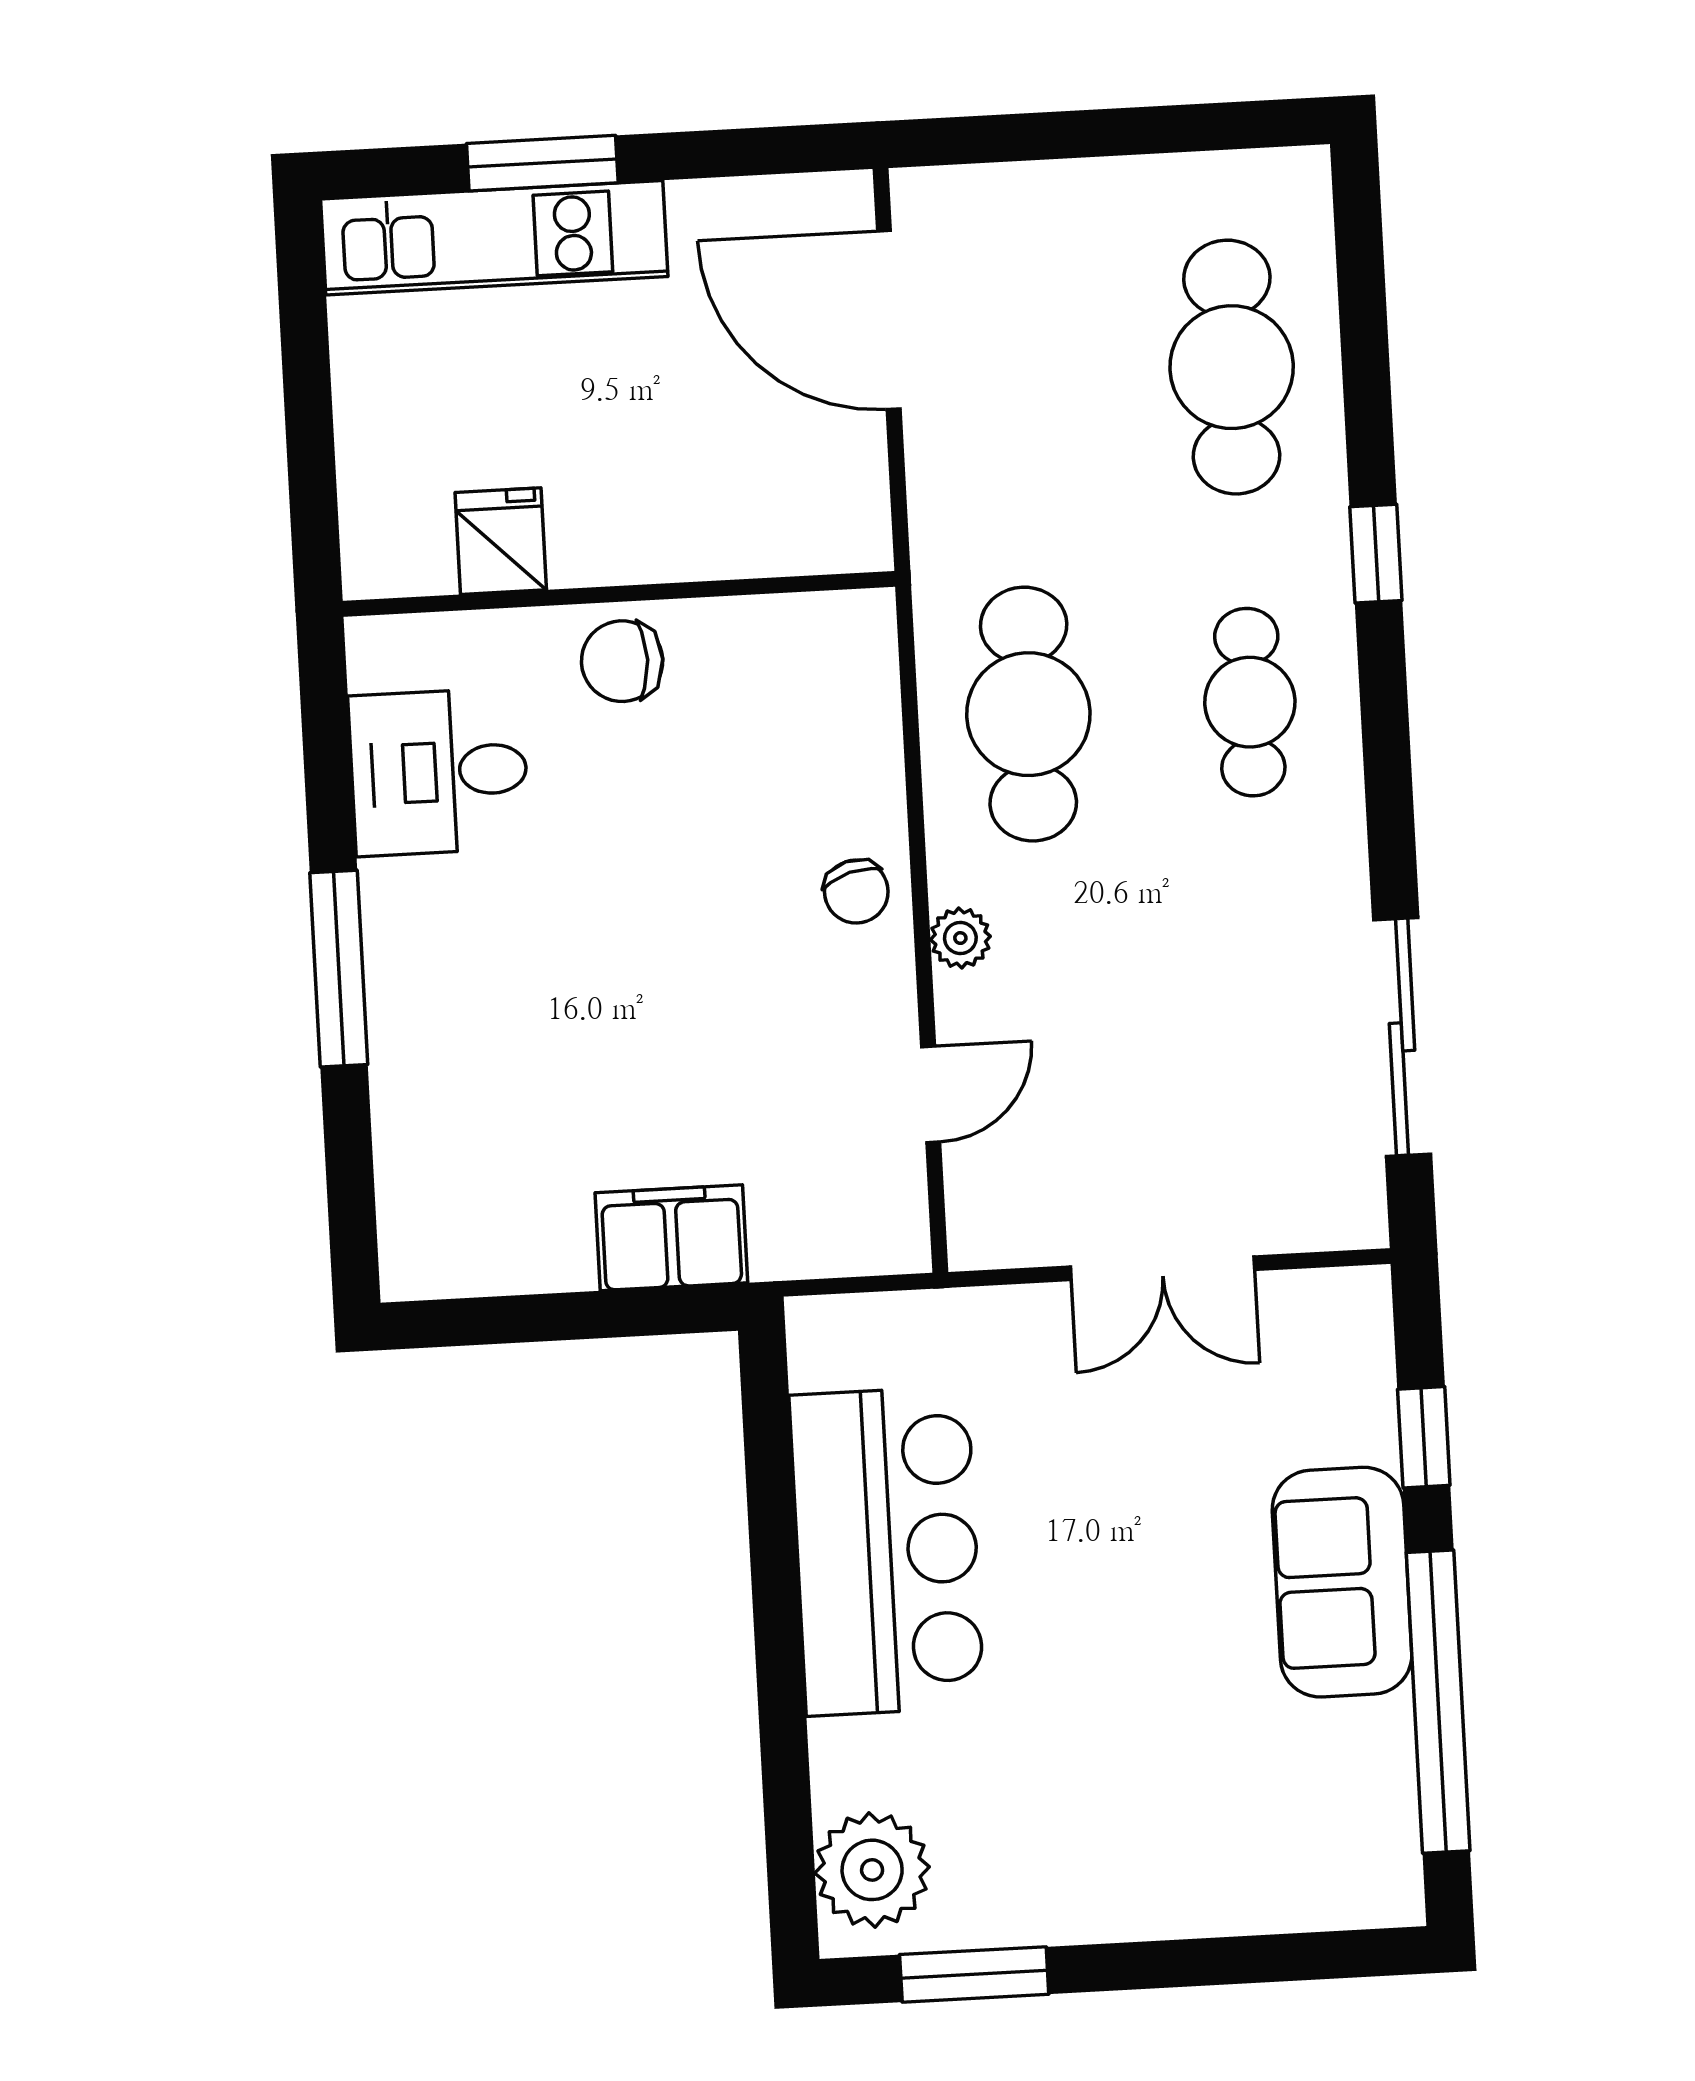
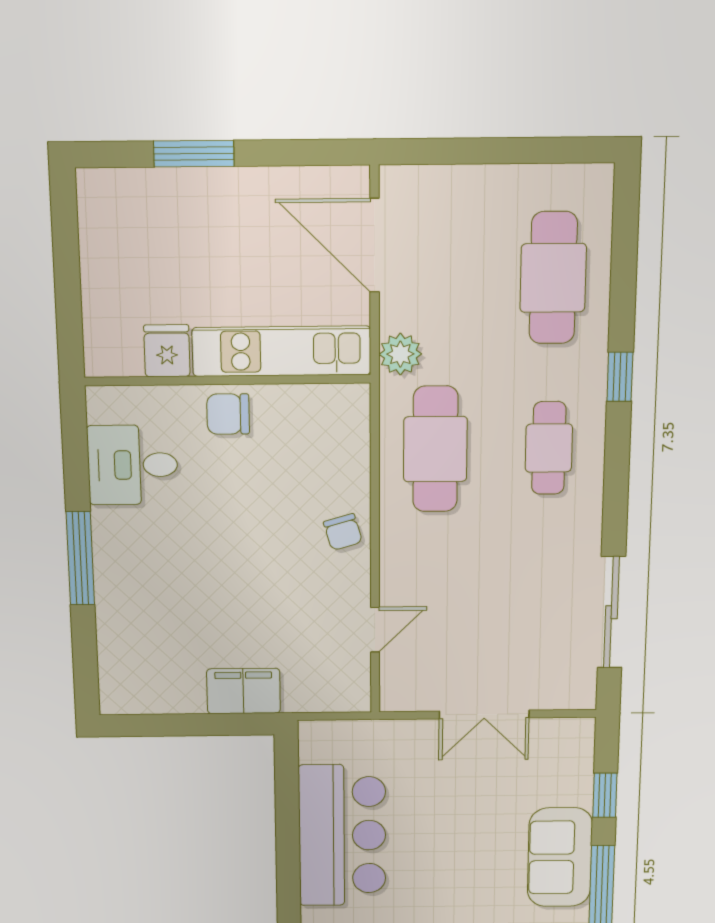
kitchen unit: (494, 238) -> (282, 351), moved, turned 180
plant: (960, 938) -> (400, 354), moved, width x1.38, depth x1.38

